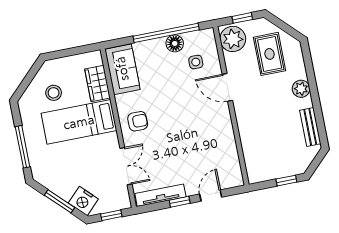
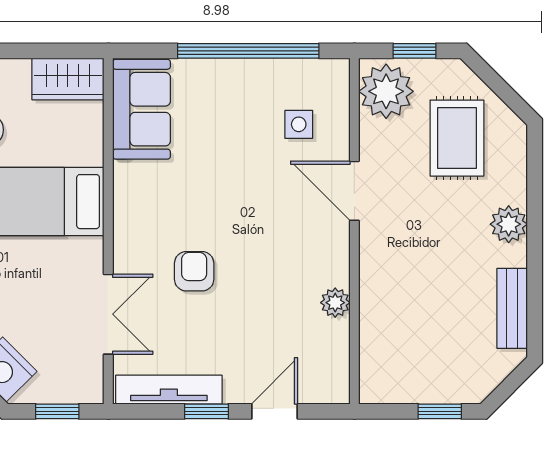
floor lamp: (175, 43) -> (262, 76), removed
wardrobe: (97, 83) -> (68, 79), moved, turned -90
armchair: (138, 121) -> (194, 271), moved, turned -90
plant: (229, 140) -> (335, 303), added

